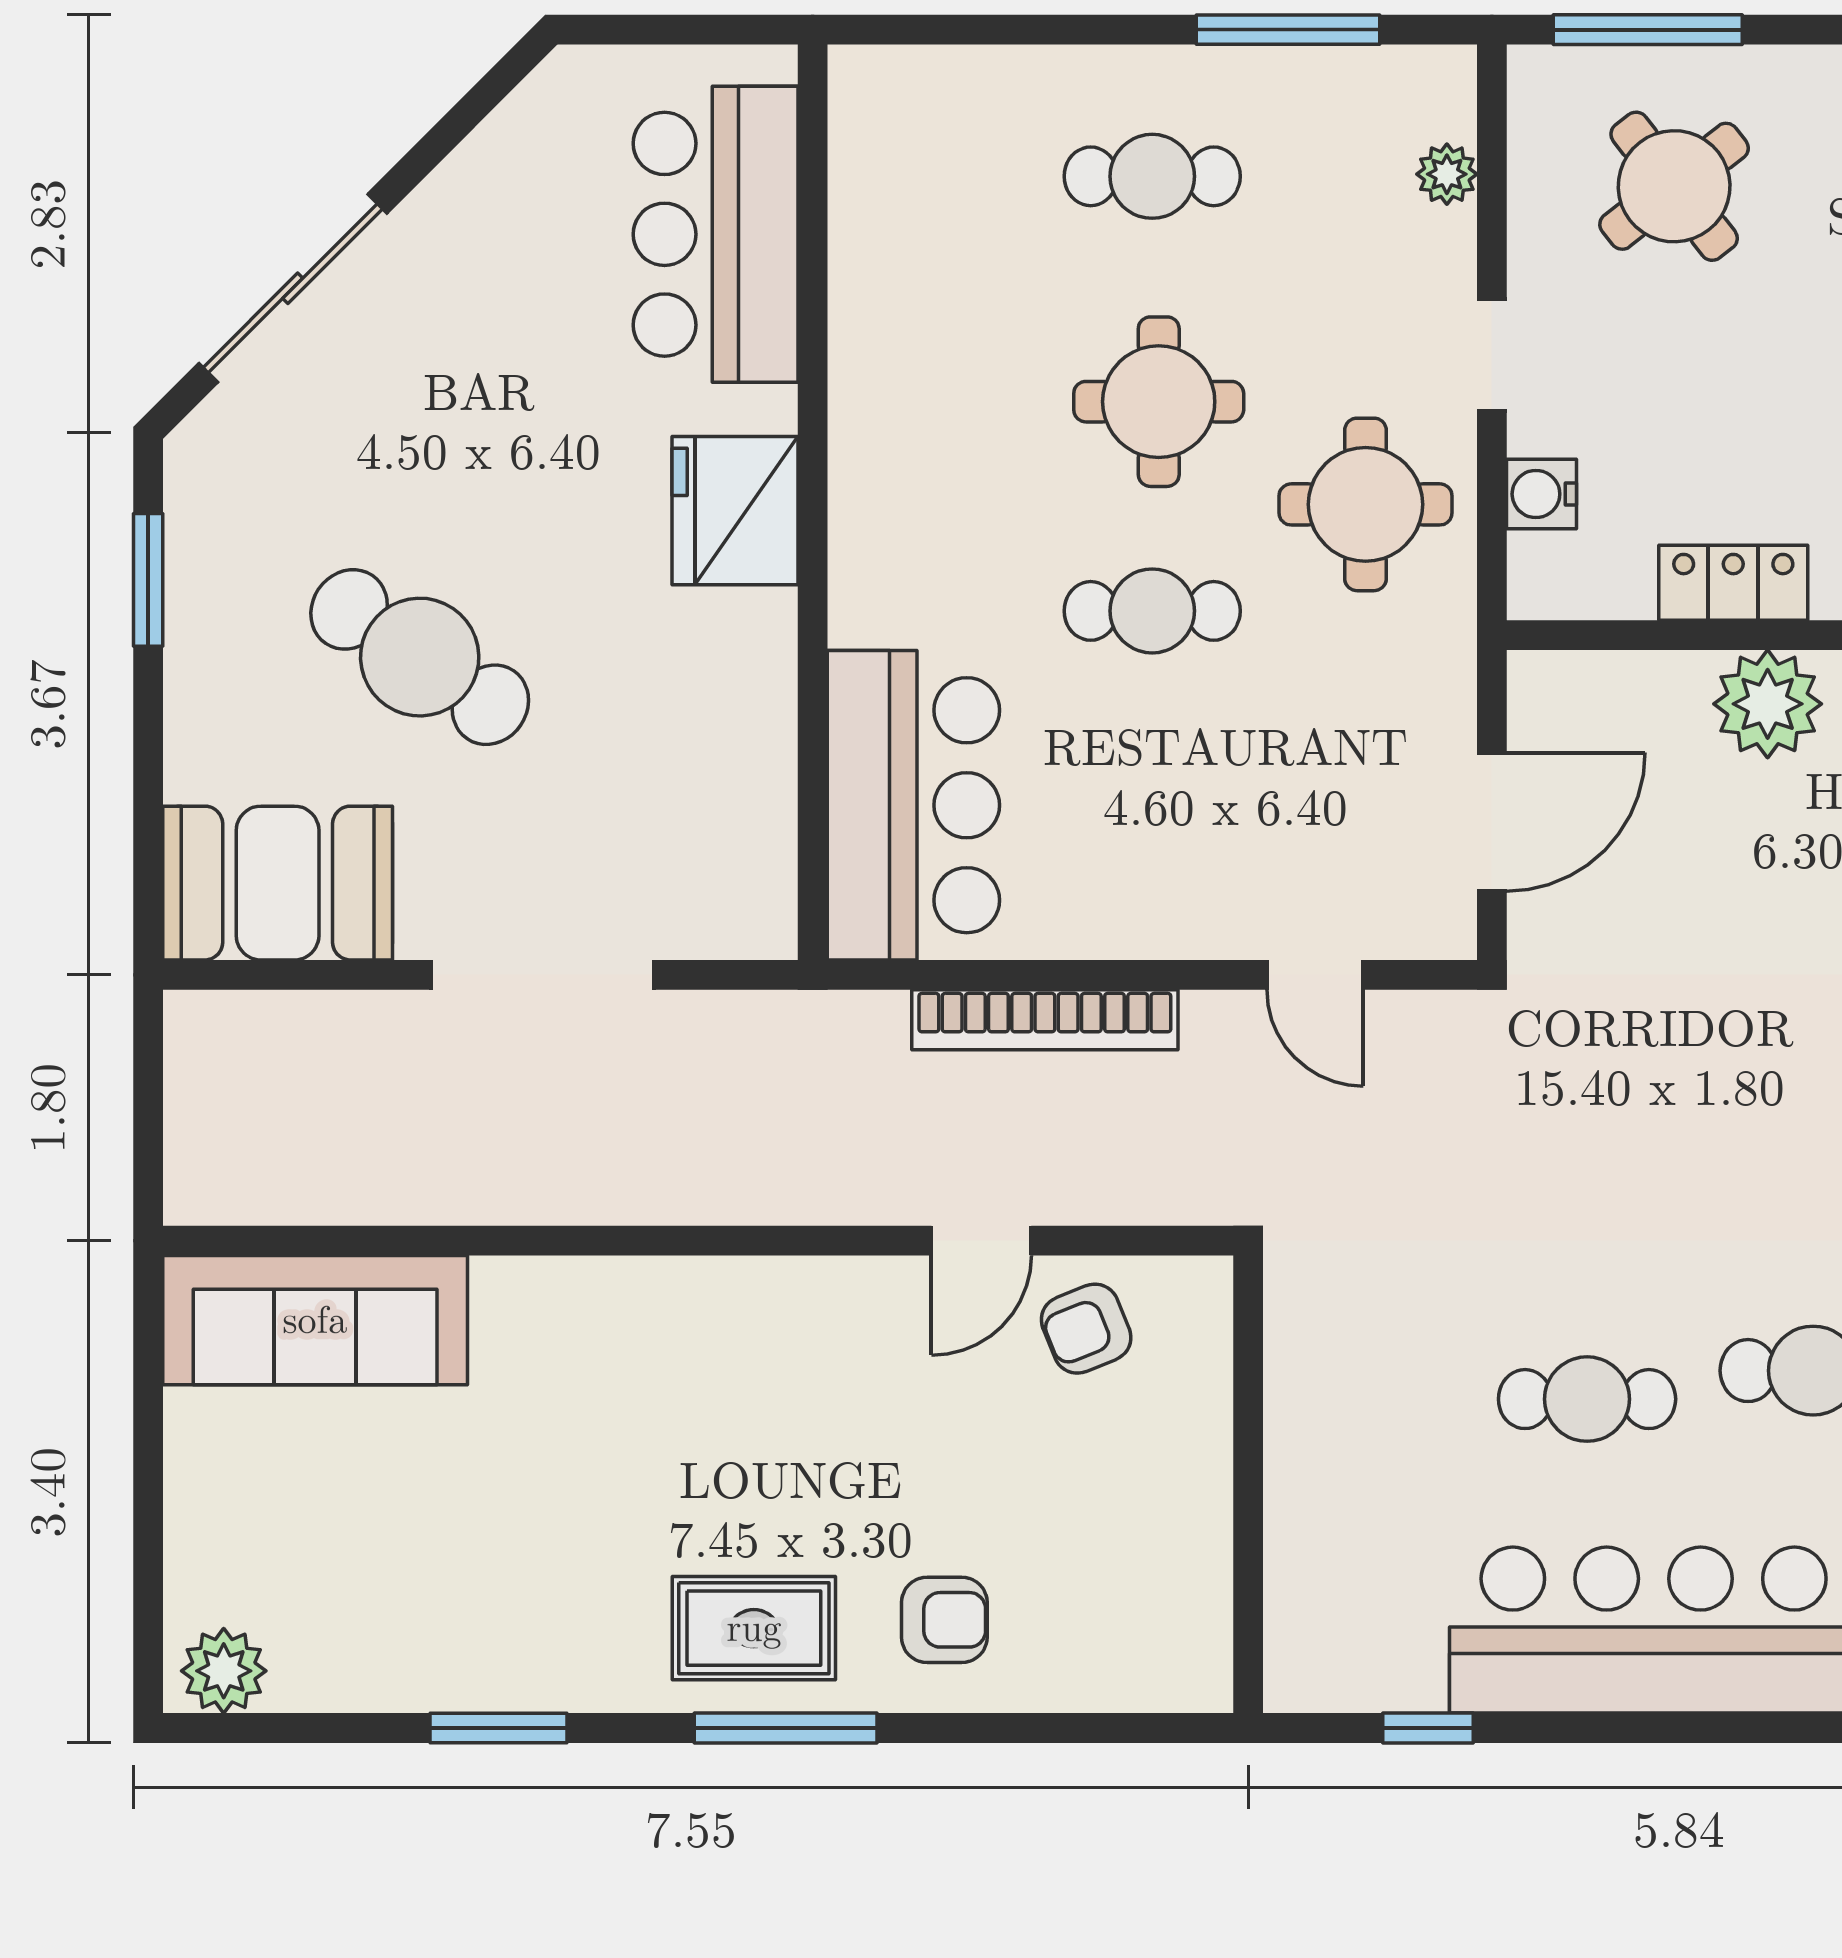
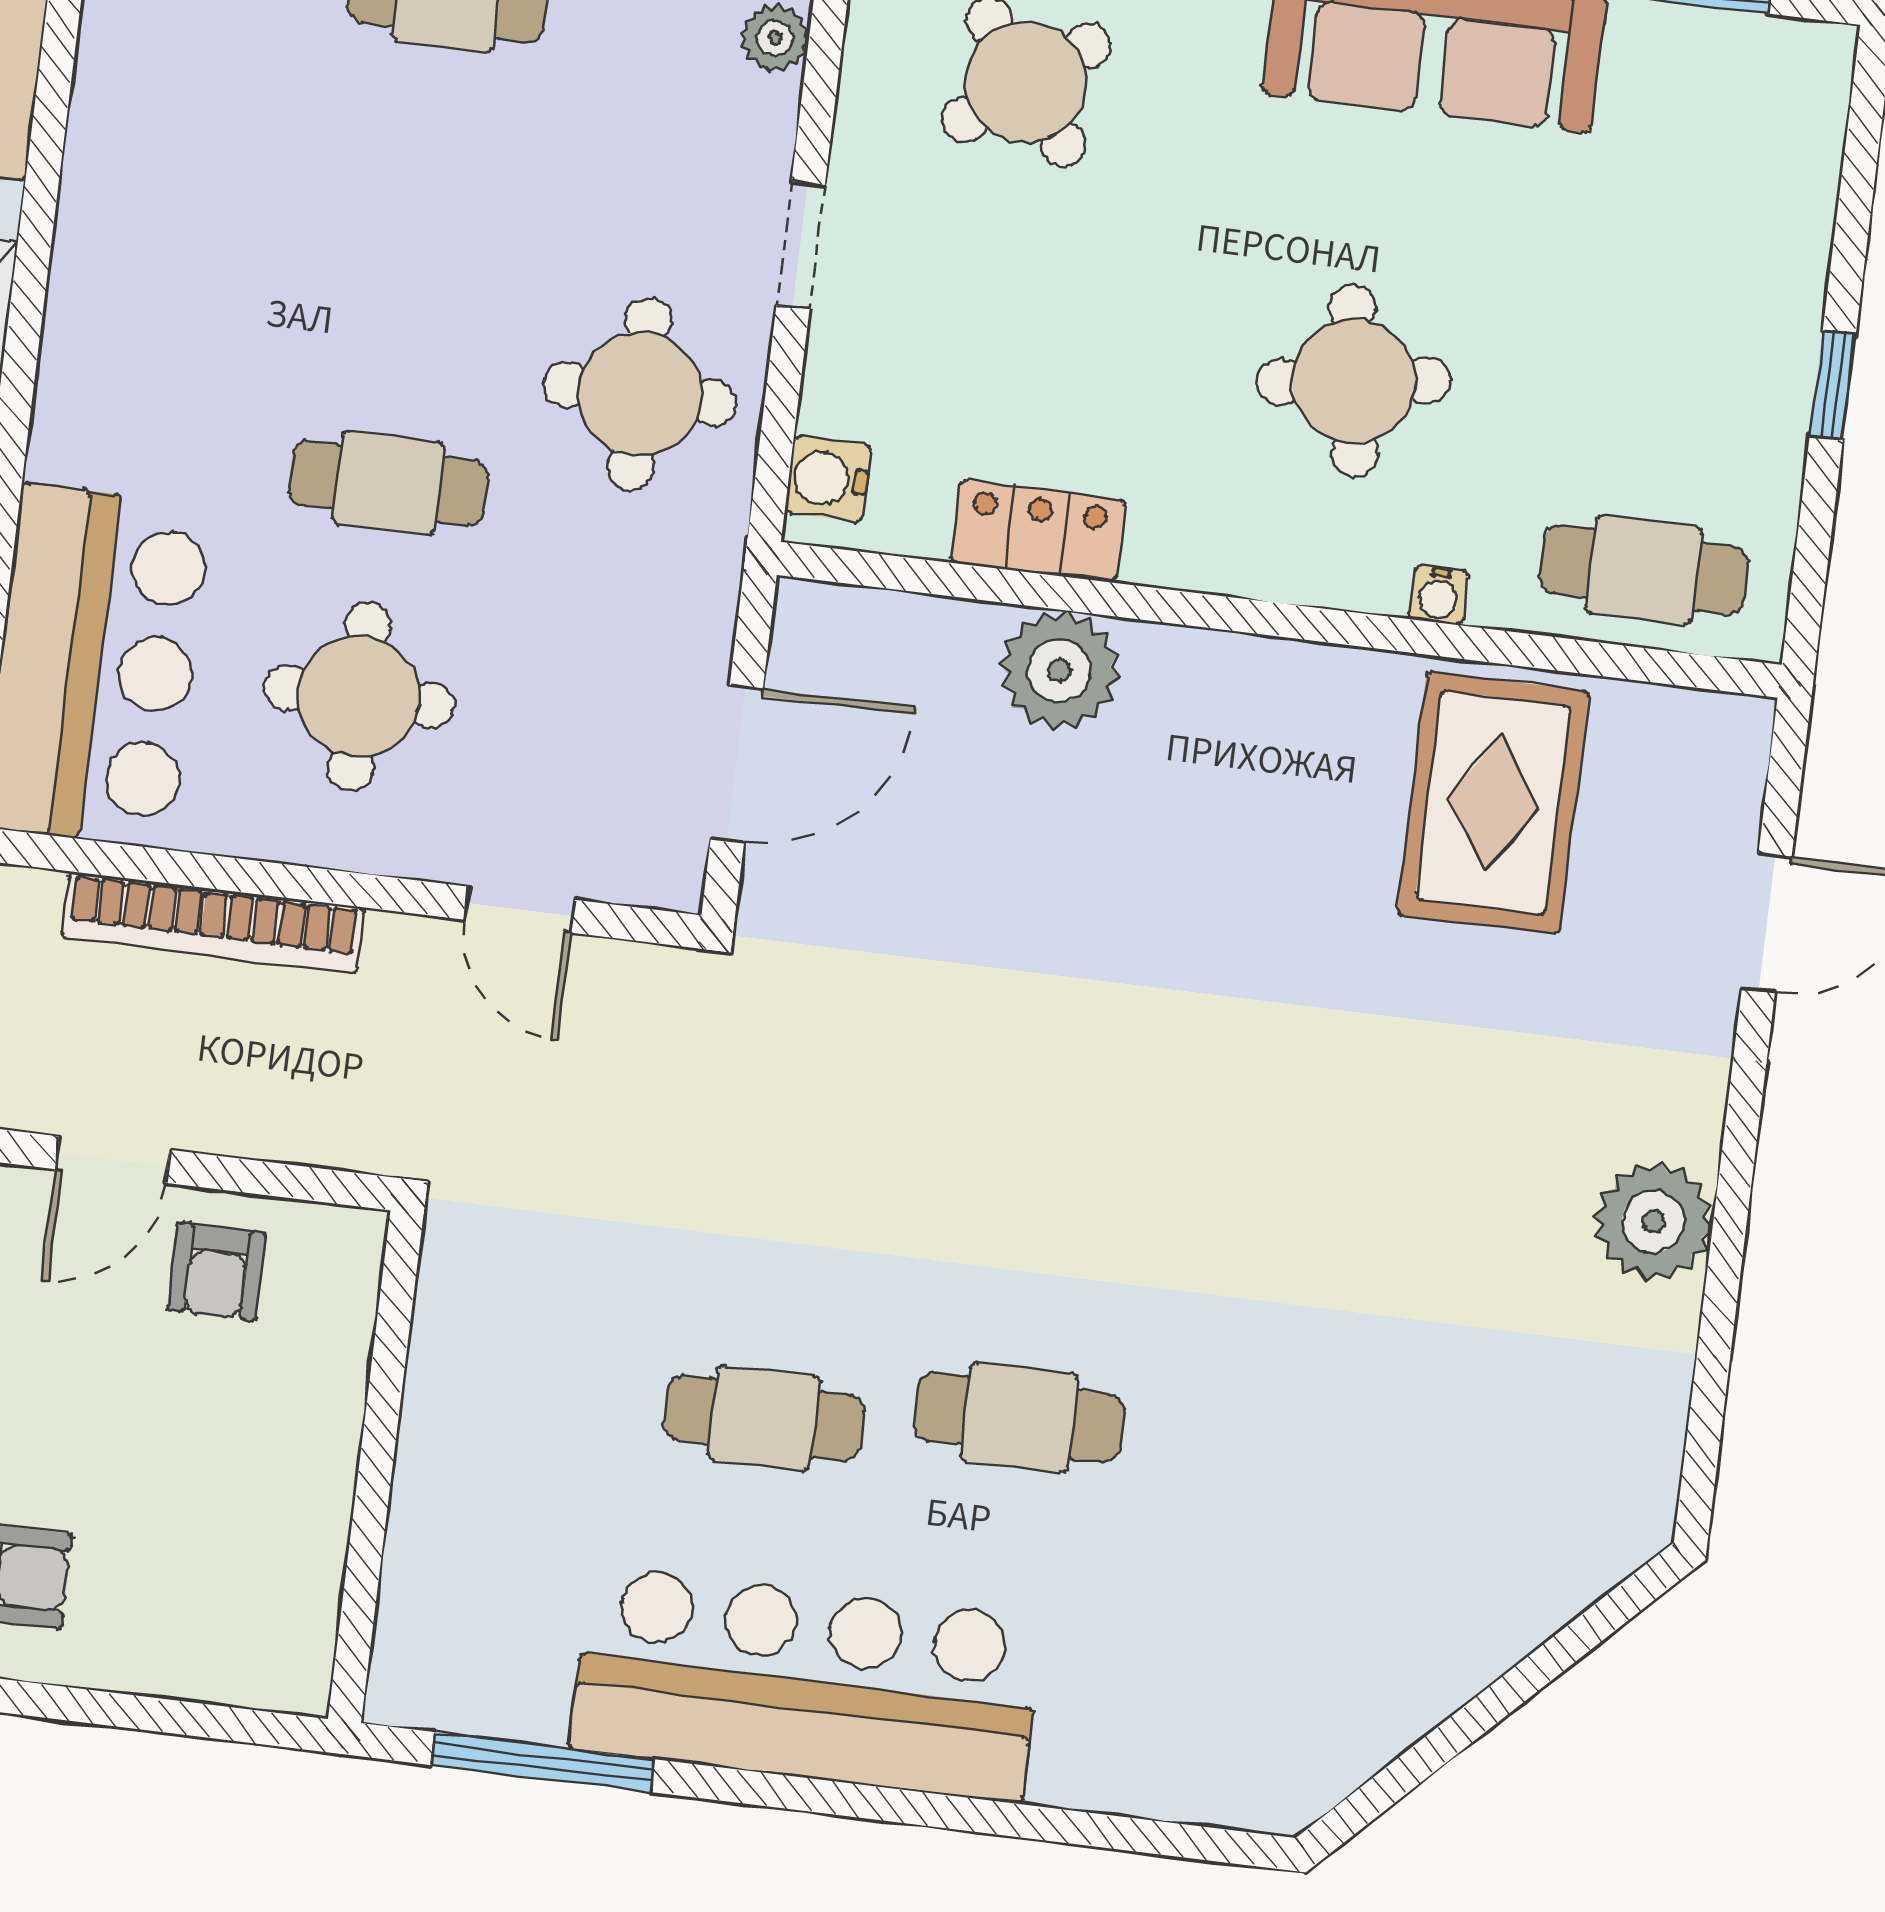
round table: (1159, 402) -> (359, 696), moved
water cooler: (1542, 494) -> (828, 479), moved
armchair: (1086, 1329) -> (217, 1272), turned -68
window: (1428, 1728) -> (542, 1762), width x2.17

